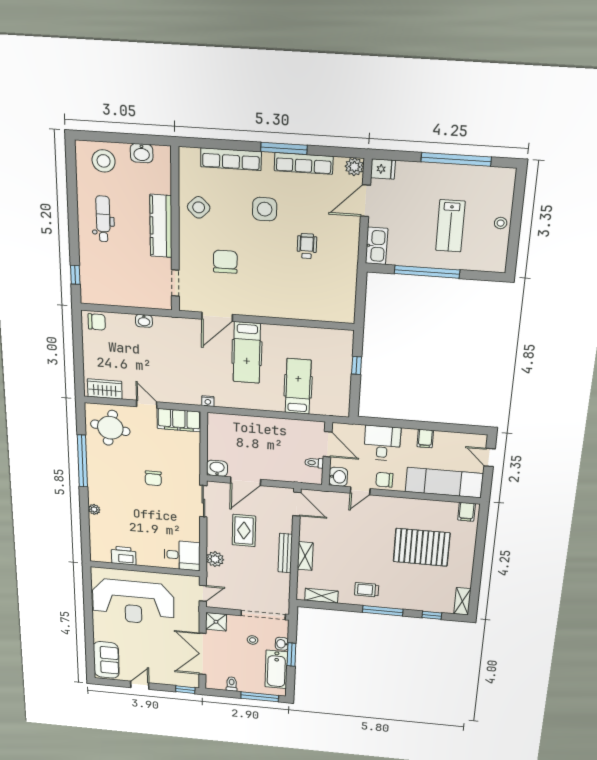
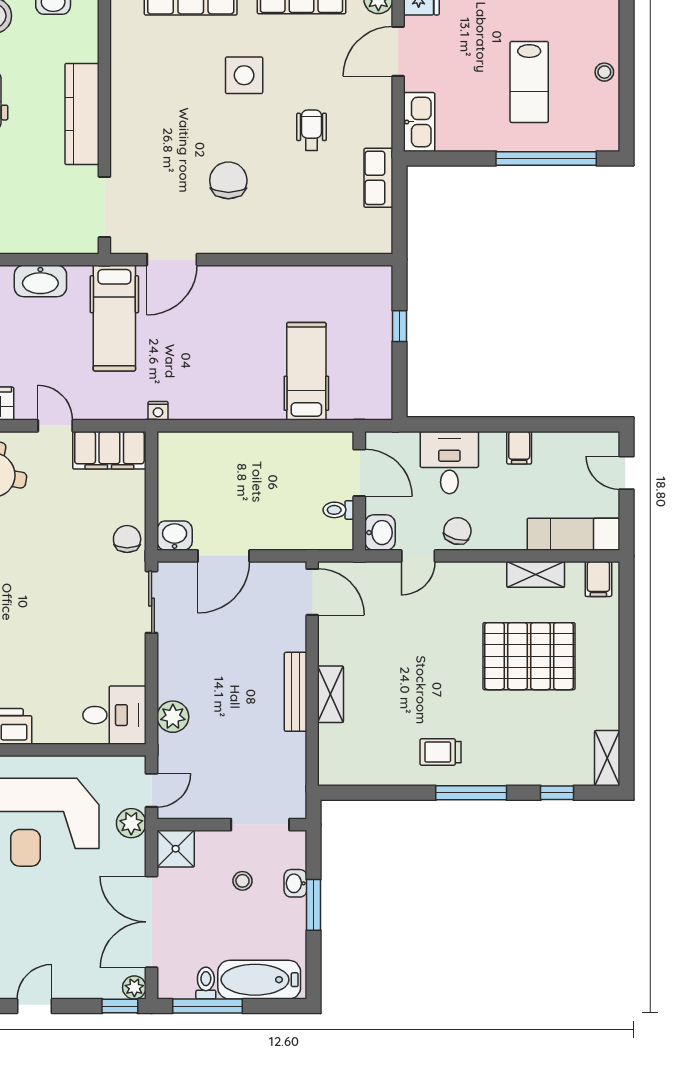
side table: (199, 207) -> (141, 80), removed
chair: (225, 262) -> (228, 180), moved
window: (427, 272) -> (546, 158), moved
row of seats: (348, 278) -> (378, 178), added
doorway: (175, 283) -> (104, 207), width x1.38
washbasin: (144, 321) -> (40, 281), width x1.91, depth x1.45
hospital bed: (247, 353) -> (114, 318), moved
chair: (153, 478) -> (127, 539), moved, turned 180
chair: (384, 480) -> (457, 531), turned 105
exam couch: (444, 483) -> (573, 534), width x0.73, depth x0.69
rug: (244, 531) -> (222, 654), removed
shelving: (321, 596) -> (536, 574), moved
plant: (192, 608) -> (131, 823), added
doorway: (263, 615) -> (260, 825), width x0.73
bathtub: (276, 669) -> (259, 980), moved, turned 90
plant: (193, 682) -> (134, 987), added
window: (260, 697) -> (207, 1006), moved

